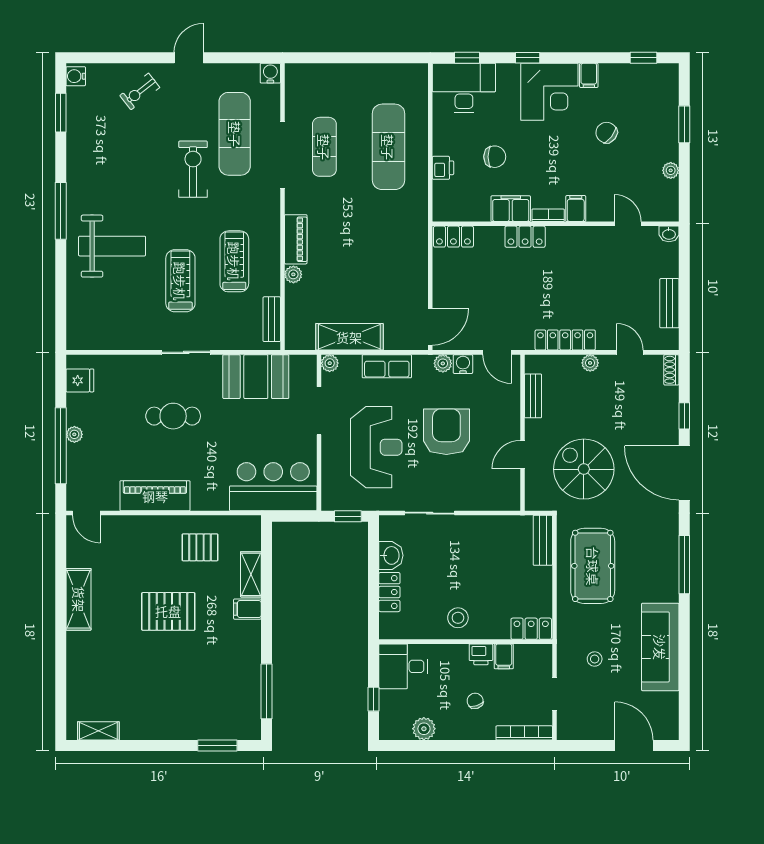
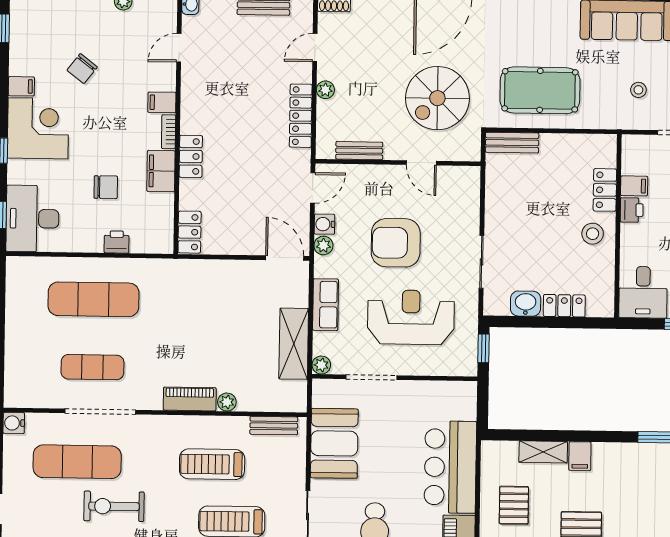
chair: (495, 157) -> (106, 187), turned 90
bar counter: (273, 487) -> (450, 467), moved
locker: (531, 629) -> (605, 190), moved

